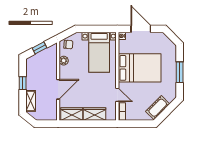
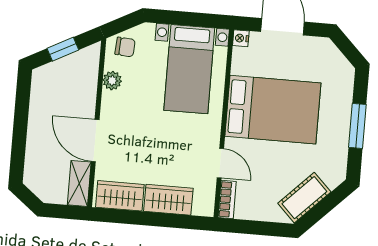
window: (23, 83) -> (21, 121), removed
door: (58, 89) -> (95, 141), swing flipped
shelving: (31, 101) -> (79, 183), moved

